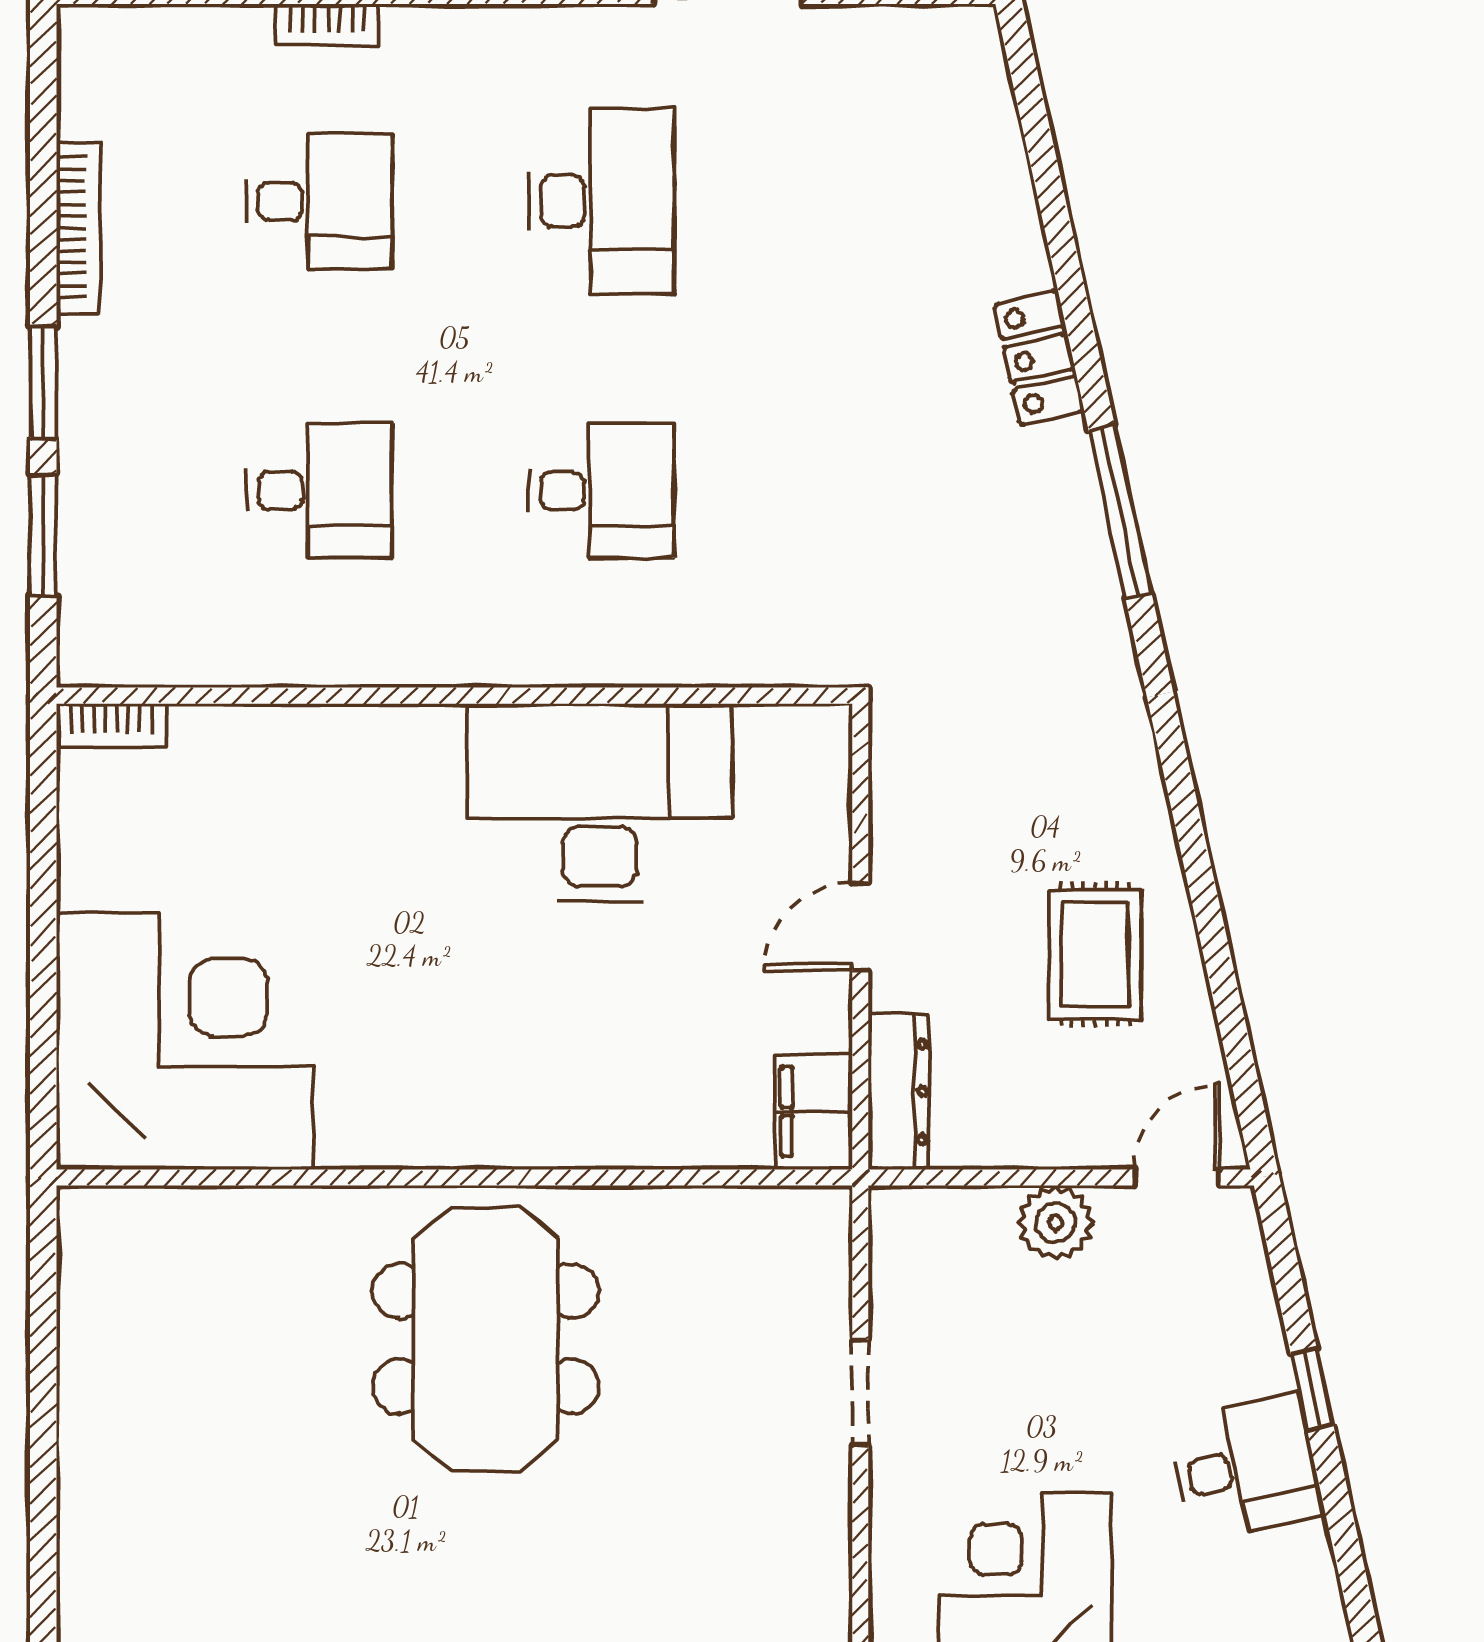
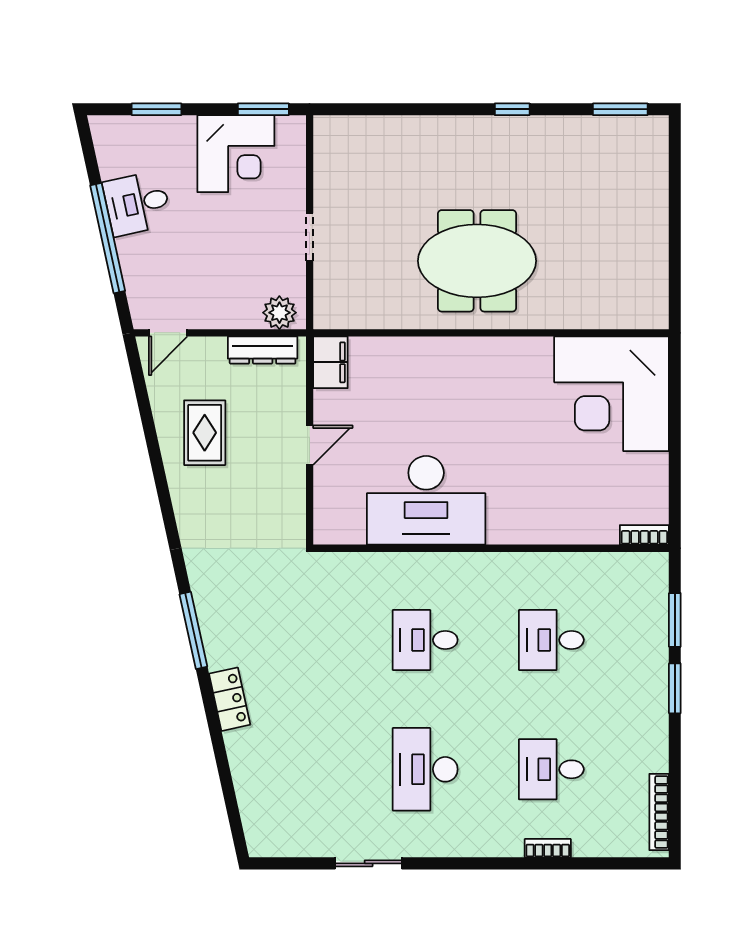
bookcase: (78, 228) -> (659, 812), moved
dresser: (899, 1092) -> (263, 350), moved, turned -90
plant: (1056, 1223) -> (279, 313), moved
meeting table: (486, 1339) -> (477, 261), turned 90
window: (1312, 1389) -> (108, 238), width x3.17

